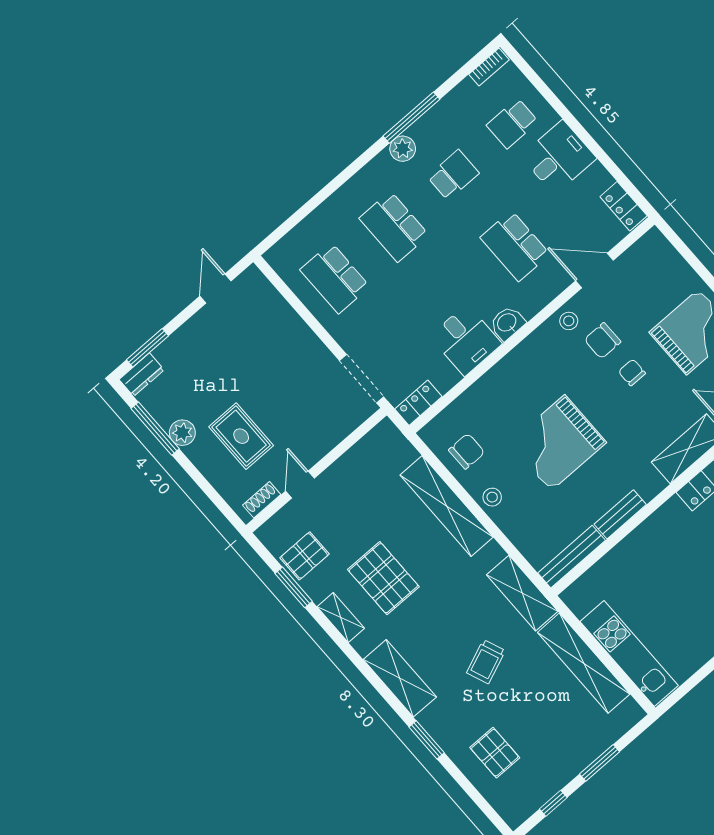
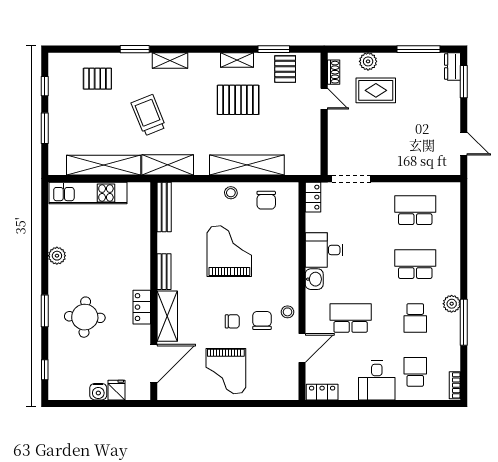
plant: (182, 433) -> (368, 61), moved
bench: (620, 514) -> (164, 272), moved
trolley: (486, 662) -> (148, 115), width x1.36, depth x1.39
shelving: (400, 678) -> (170, 60), width x0.67, depth x0.75

